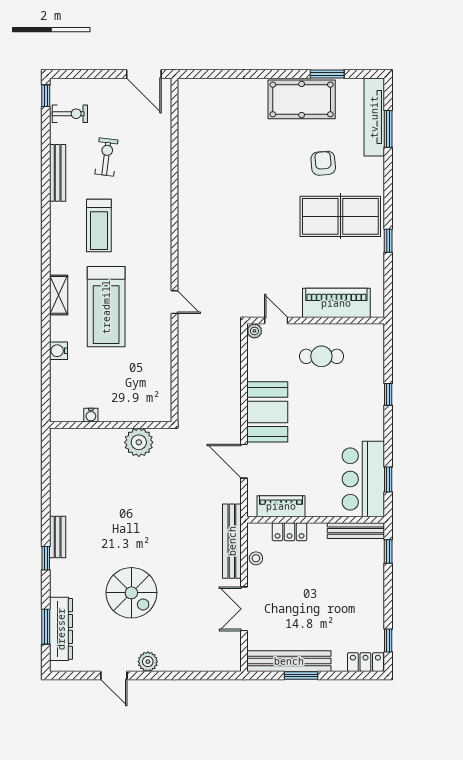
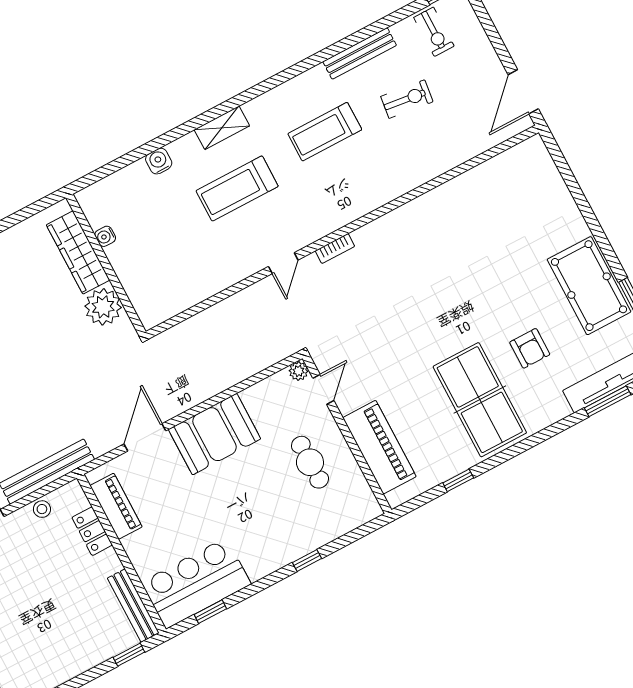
armchair: (323, 163) -> (530, 348), turned 95
window: (388, 241) -> (458, 480), moved
bookcase: (183, 261) -> (335, 248), added
treadmill: (106, 307) -> (237, 188), width x0.73, depth x0.73
wardrobe: (92, 440) -> (78, 252), added

